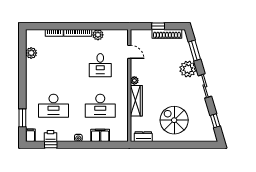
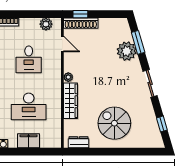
window: (158, 26) -> (80, 14), moved
shoe rack: (167, 34) -> (81, 23), moved
plant: (98, 35) -> (46, 24), moved
plant: (188, 69) -> (127, 51), moved

